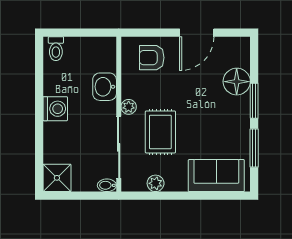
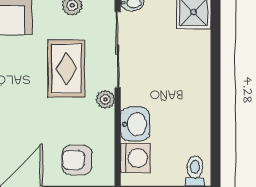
armchair: (152, 58) -> (77, 160), turned 180
washing machine: (55, 109) -> (135, 158), moved, turned 180

